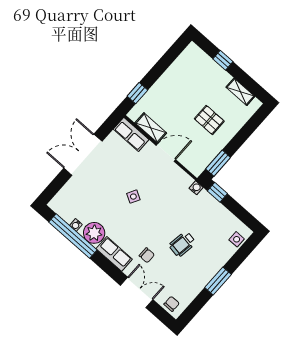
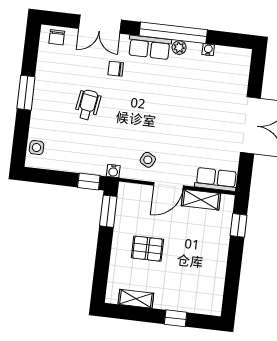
side table: (133, 197) -> (148, 160), moved
plant: (94, 233) -> (179, 48), width x0.53, depth x0.53
window: (73, 236) -> (173, 33), moved

